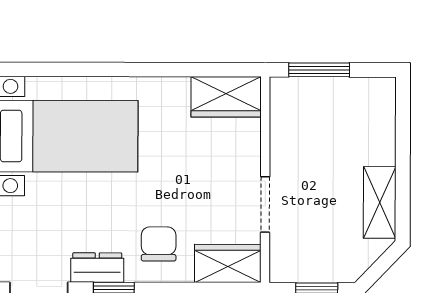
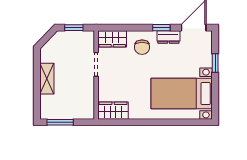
window: (319, 70) -> (60, 122), moved
shelving: (380, 202) -> (47, 79), moved

